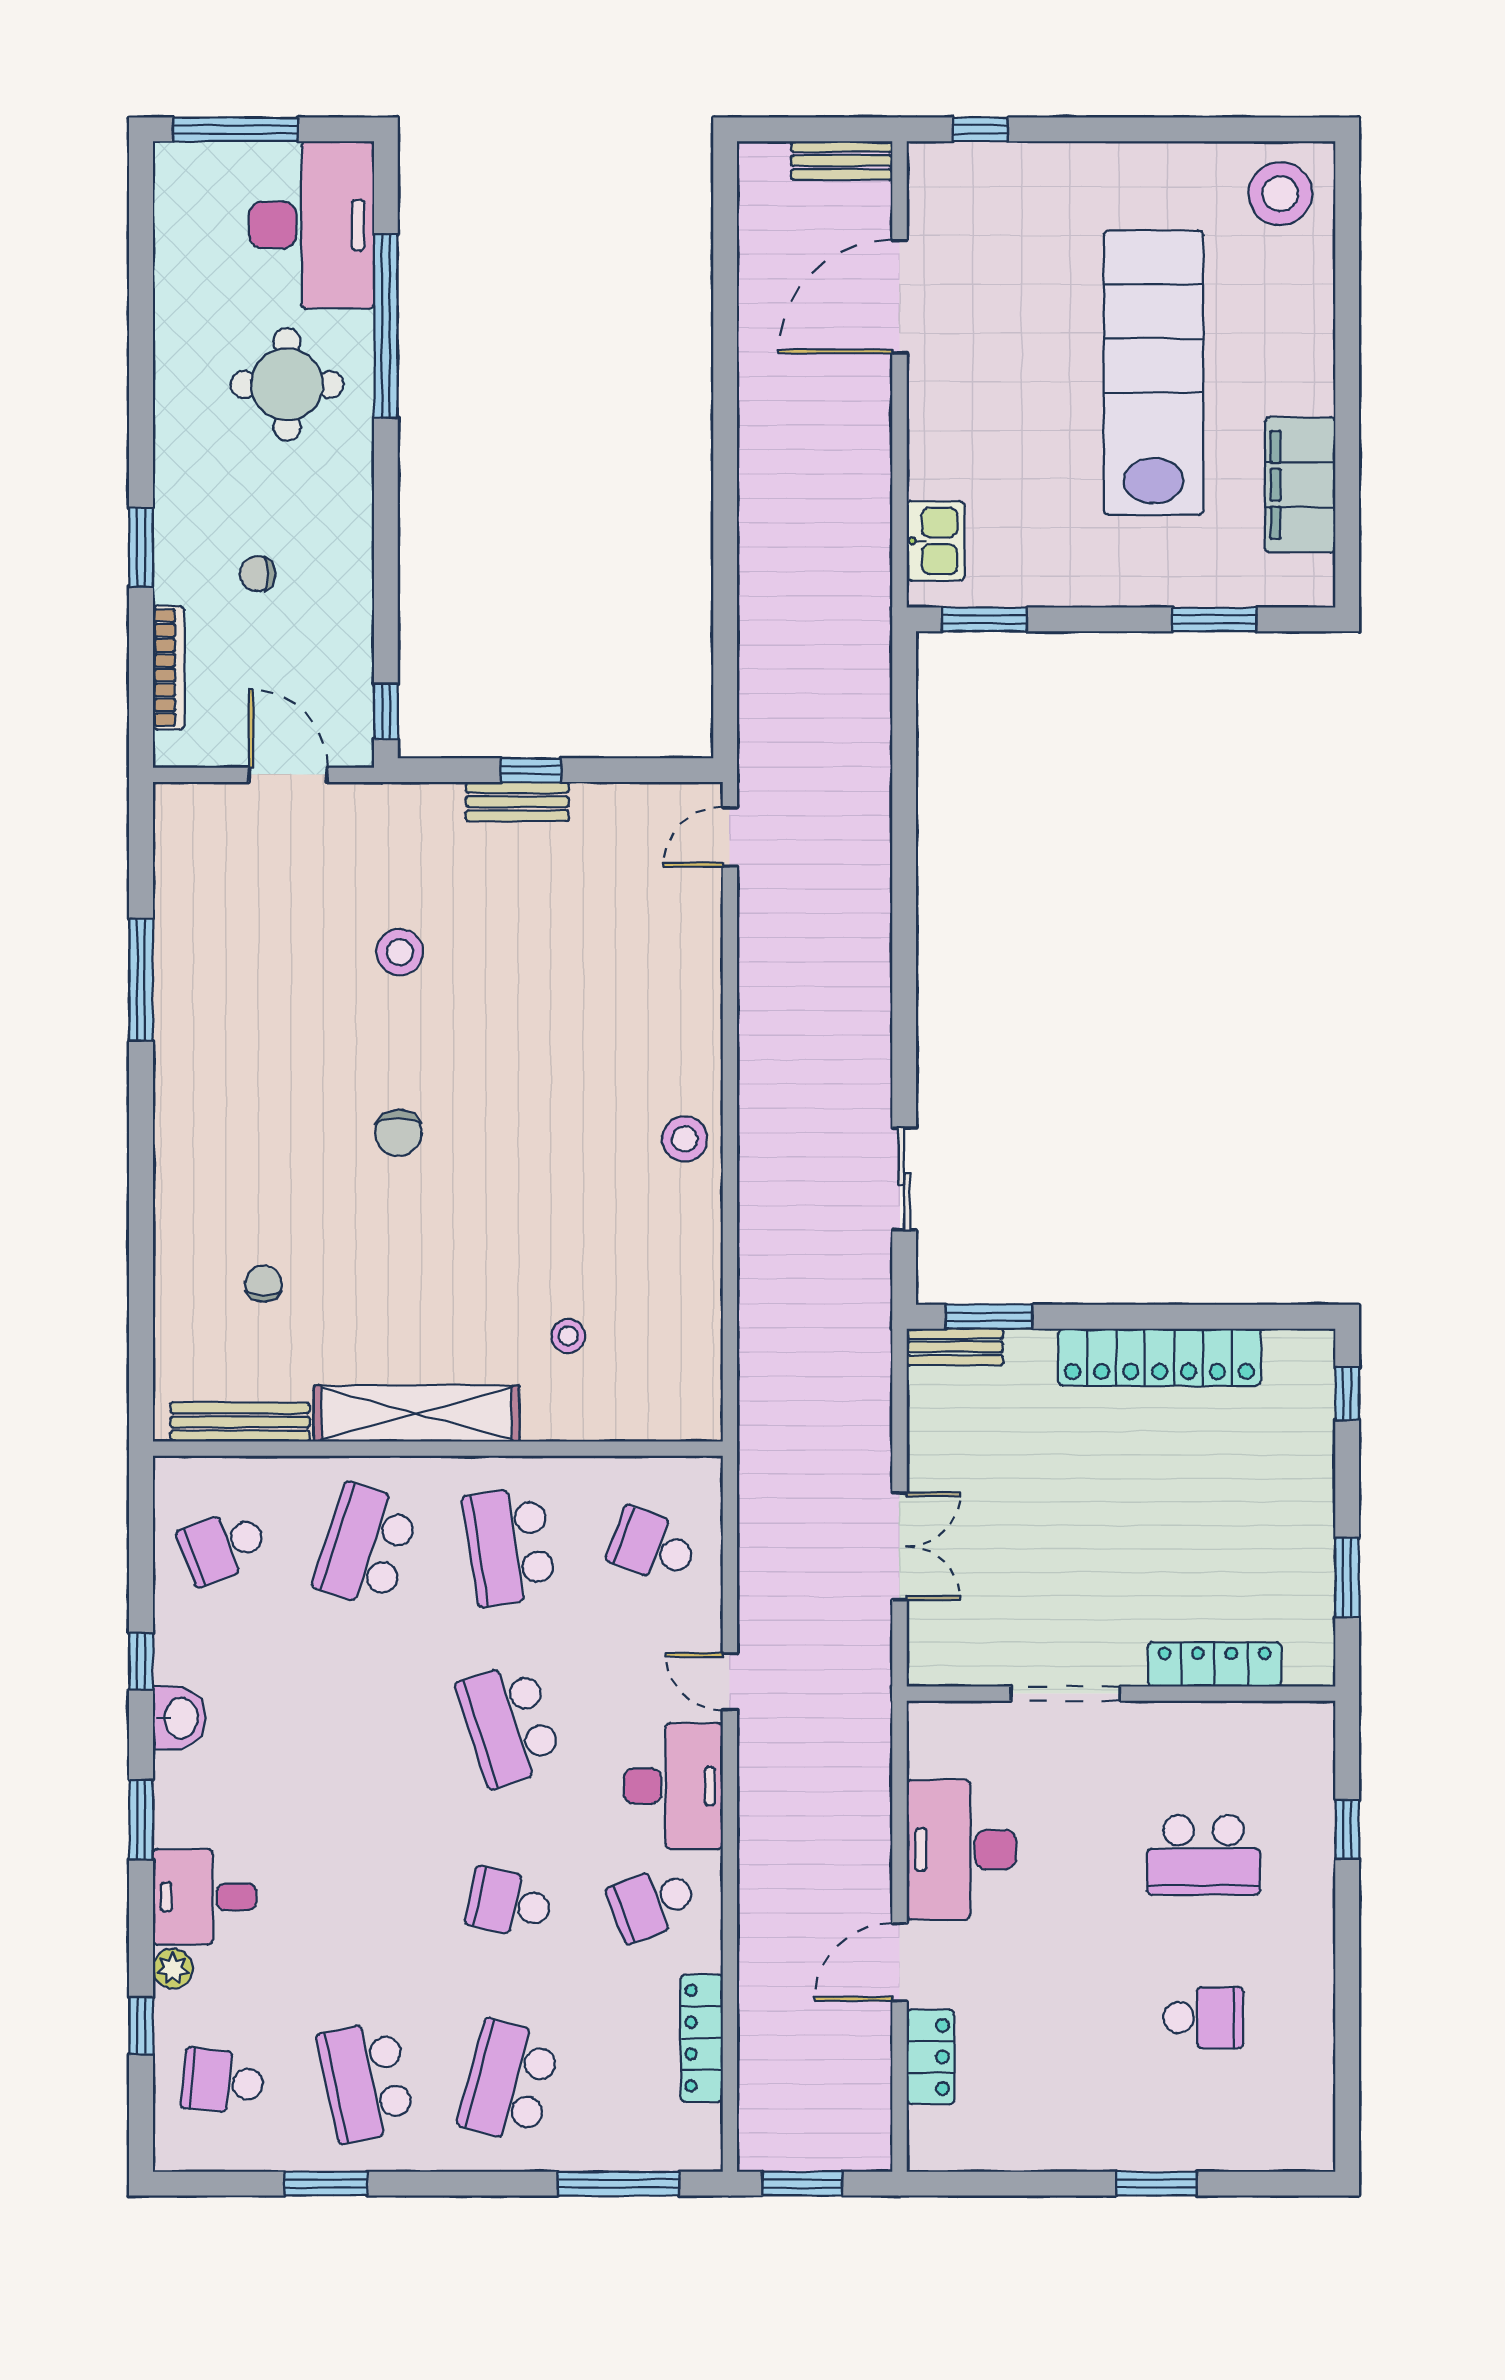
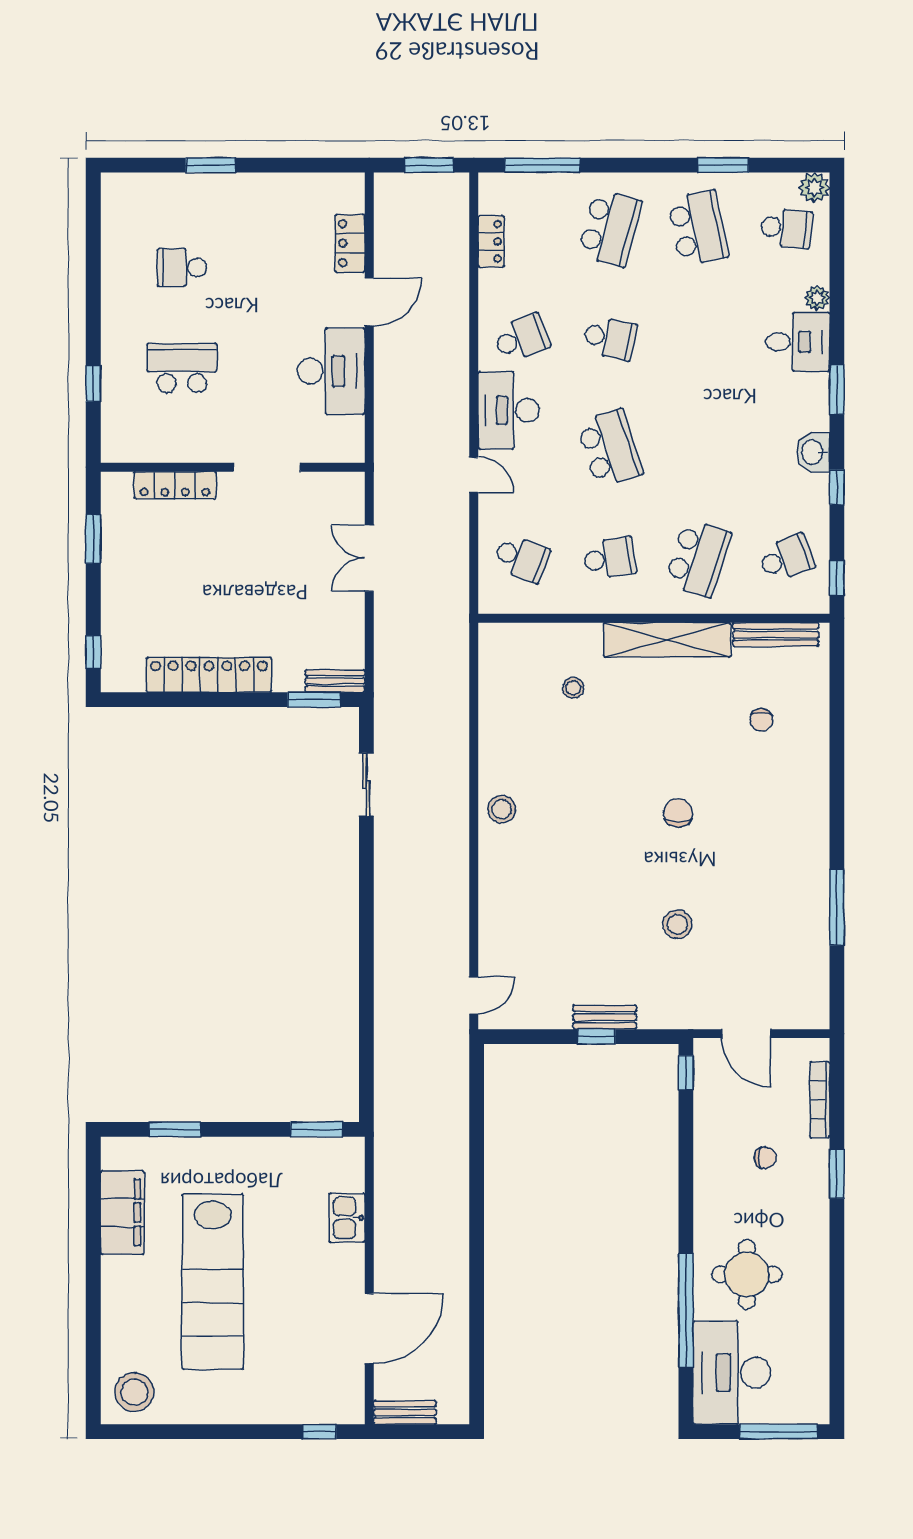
kitchen sink: (936, 541) -> (347, 1218), moved
school desk: (509, 1546) -> (610, 558), width x0.54
window: (141, 2026) -> (837, 578), moved
locker: (702, 2038) -> (491, 241), width x0.66
plant: (177, 2147) -> (814, 188), added

